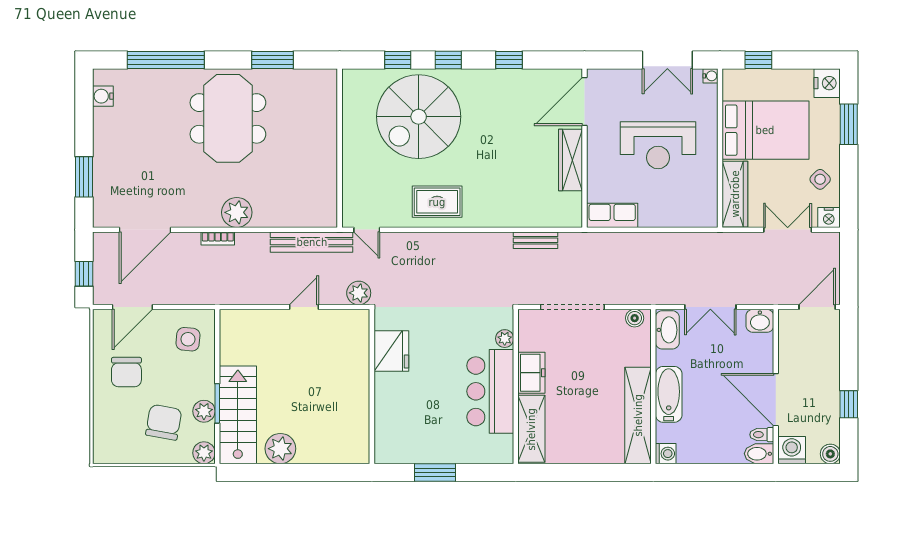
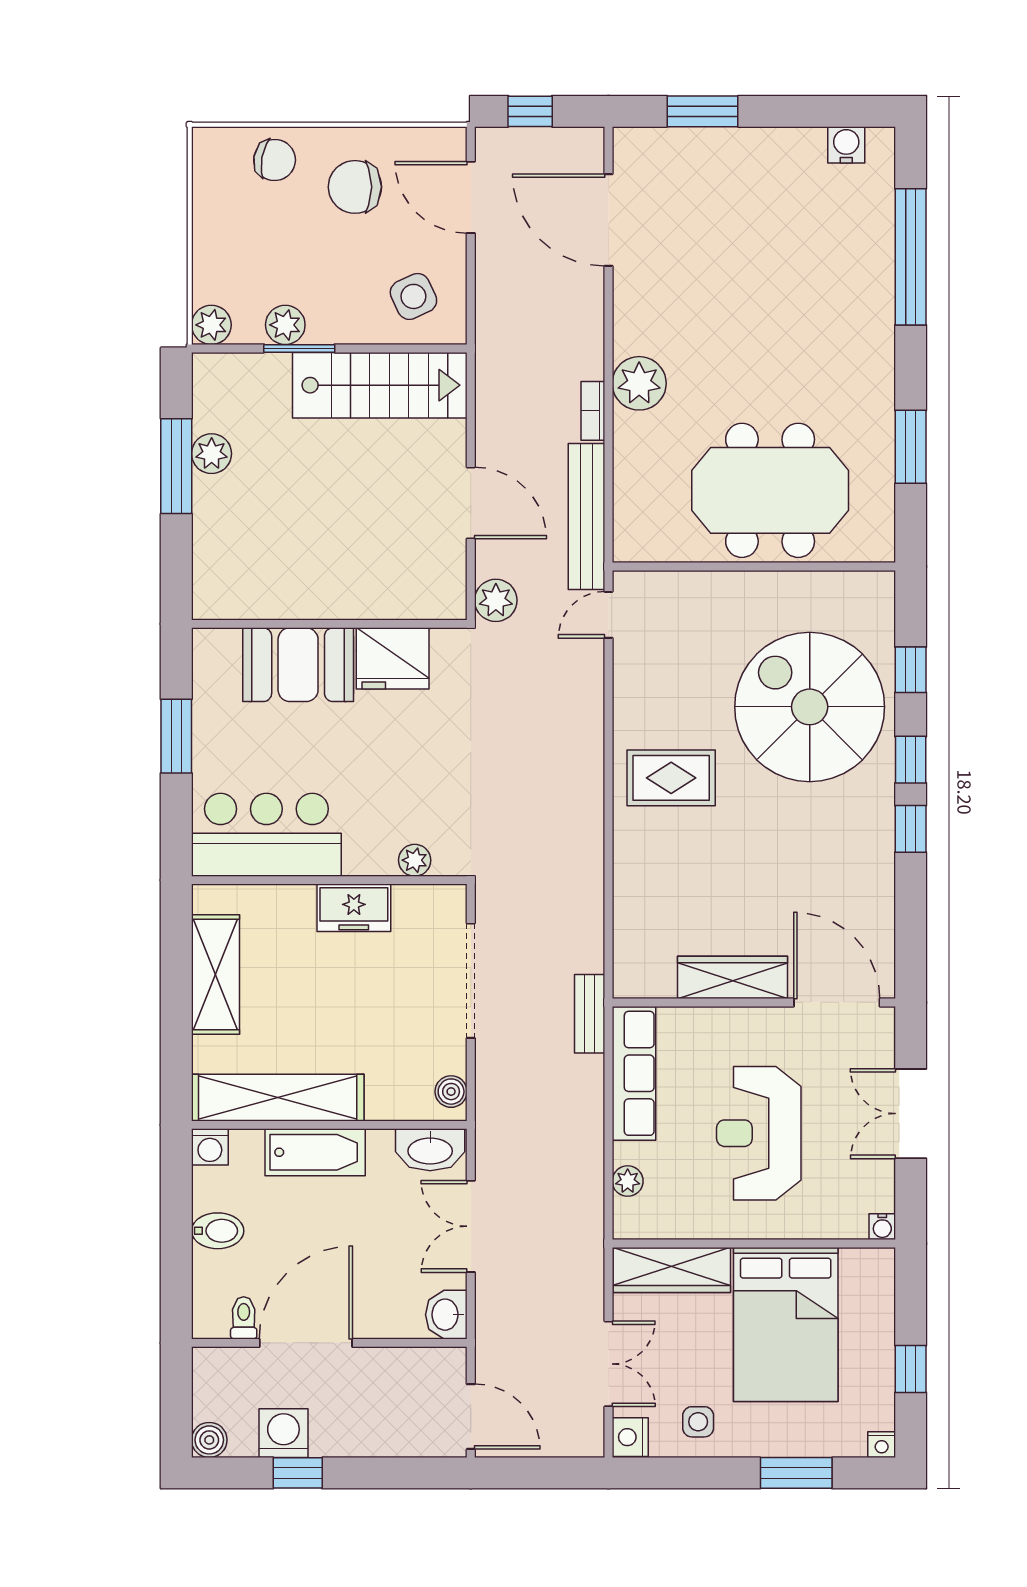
window: (509, 60) -> (911, 829), moved
double door: (667, 60) -> (911, 1114), moved
window: (758, 60) -> (911, 1369), moved
nightstand: (827, 83) -> (882, 1445), width x0.53, depth x0.56
meeting table: (228, 118) -> (770, 490), moved
side table: (820, 179) -> (698, 1422), turned 45
rug: (437, 202) -> (671, 778), moved, turned 90
row of seats: (612, 215) -> (634, 1073), width x1.48
plant: (685, 219) -> (628, 1181), added
bookcase: (218, 238) -> (593, 411), moved
bench: (535, 240) -> (590, 1014), moved
door: (304, 307) -> (471, 503), width x1.38
side table: (188, 339) -> (413, 296), turned -30
bar counter: (490, 391) -> (266, 835), moved
booth: (395, 404) -> (298, 665), added
stairs: (238, 415) -> (380, 385), moved
chair: (164, 422) -> (275, 160), moved, width x0.73, depth x0.73
shelving: (531, 429) -> (216, 974), moved, turned 90
plant: (280, 449) -> (212, 454), width x0.73, depth x0.73
washing machine: (792, 450) -> (283, 1433), moved, turned -90
bidet: (759, 454) -> (218, 1231), moved, turned 90
window: (283, 472) -> (176, 466), added

